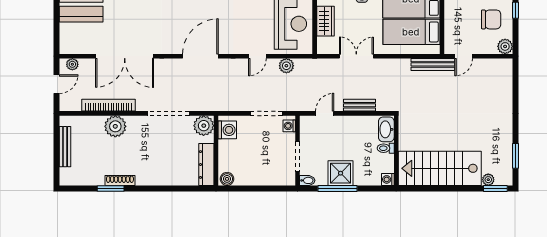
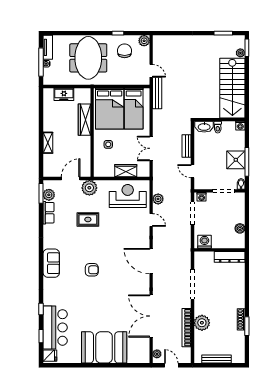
double door: (125, 56) -> (151, 316), swing flipped
plant: (204, 126) -> (201, 259), removed
boiler: (227, 179) -> (240, 228), moved

